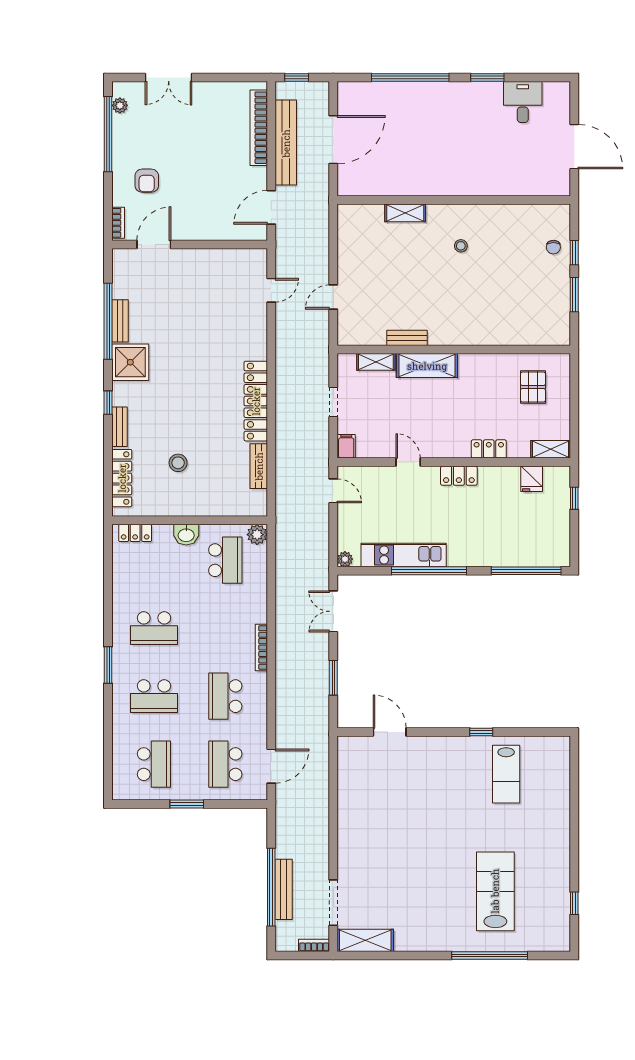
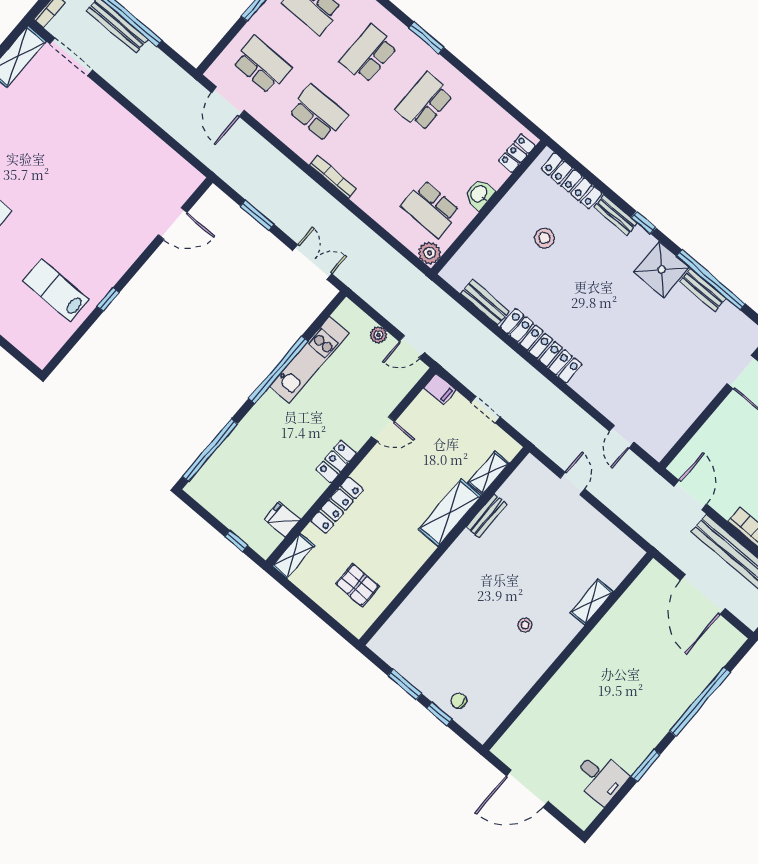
locker: (489, 449) -> (337, 505), width x1.53
plant: (345, 559) -> (378, 335), moved

